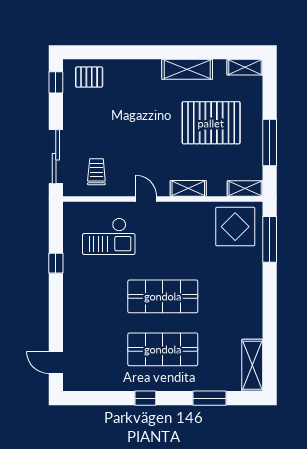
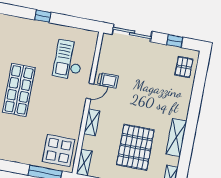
window: (56, 82) -> (175, 41), moved
trolley: (96, 172) -> (108, 80), moved
window: (56, 263) -> (43, 16), moved

